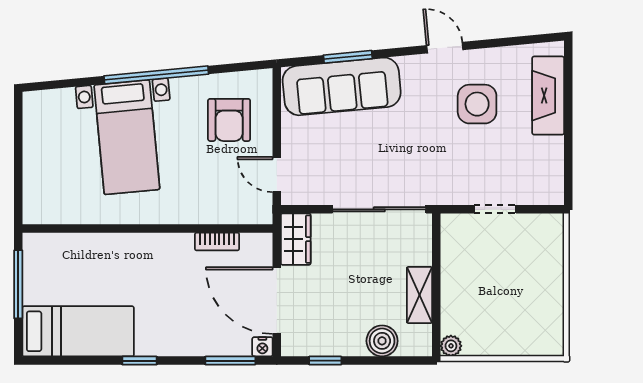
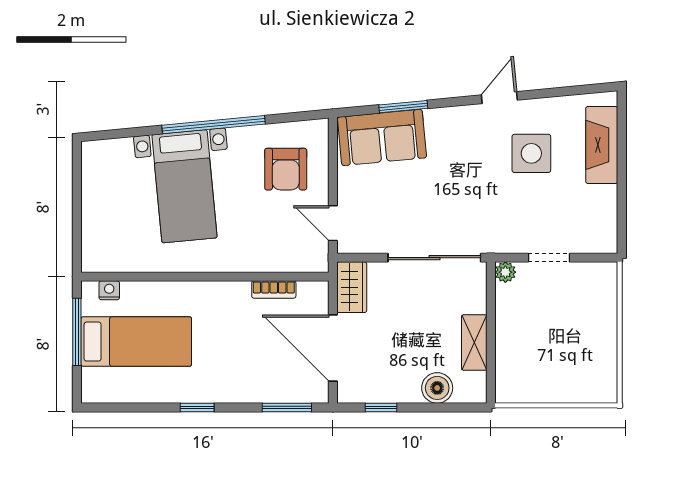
door: (445, 48) -> (499, 98), hinge flipped
sofa: (342, 86) -> (382, 137), width x0.73
bed: (78, 331) -> (136, 342), moved
plant: (451, 346) -> (505, 272), moved
nightstand: (262, 347) -> (109, 290), moved, turned 180

